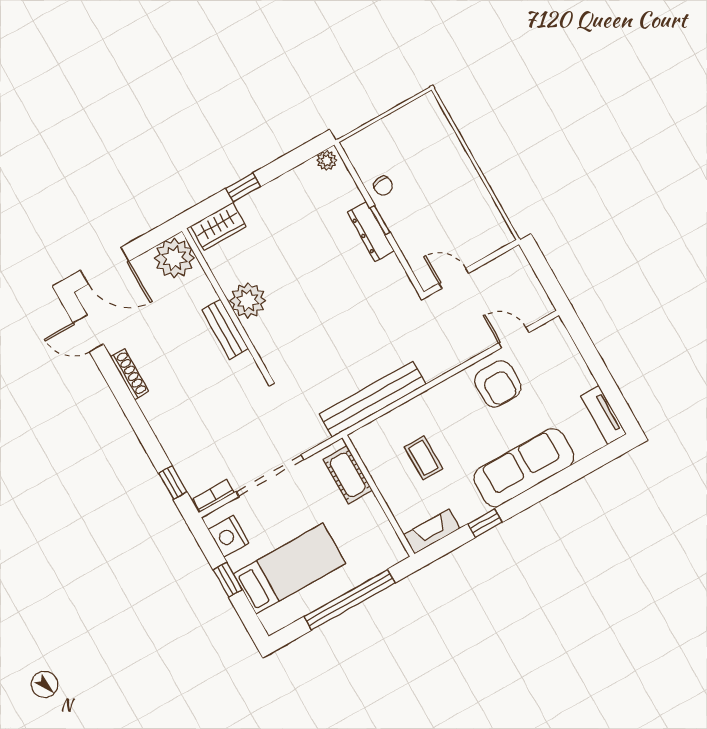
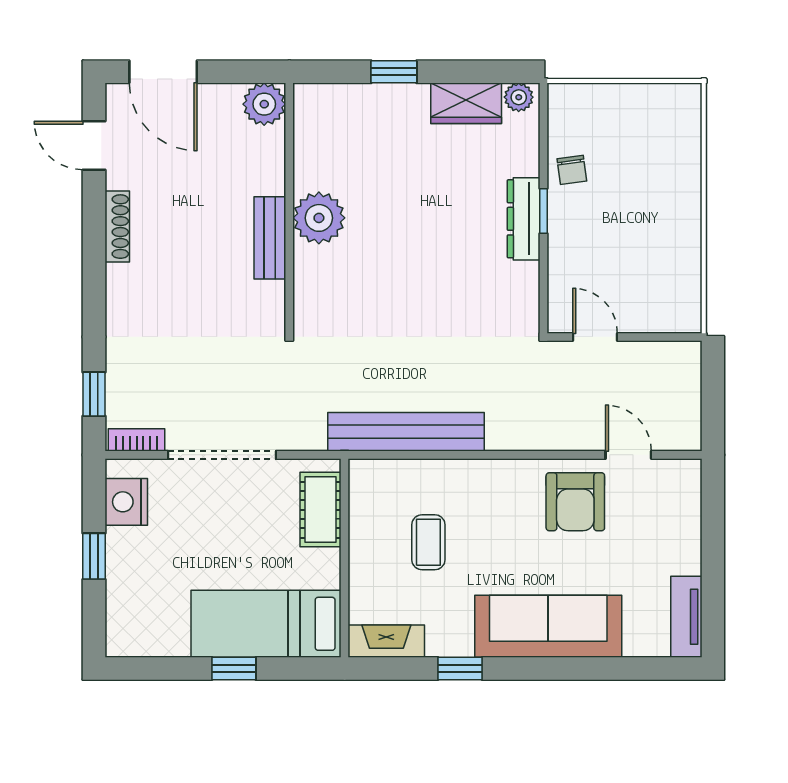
wardrobe: (218, 226) -> (466, 103), moved
plant: (174, 258) -> (264, 104), width x0.73, depth x0.73
bed: (289, 569) -> (266, 624), moved, turned 180
window: (350, 600) -> (234, 669), width x0.32

